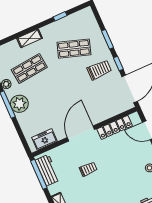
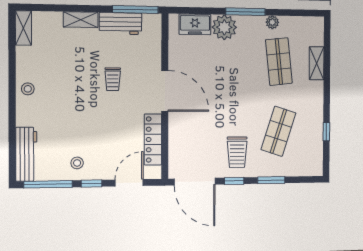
shelving: (30, 38) -> (317, 63), moved
plant: (19, 104) -> (224, 27), moved
freezer: (44, 139) -> (195, 24), moved, turned 90
workbench: (47, 170) -> (121, 24), moved

